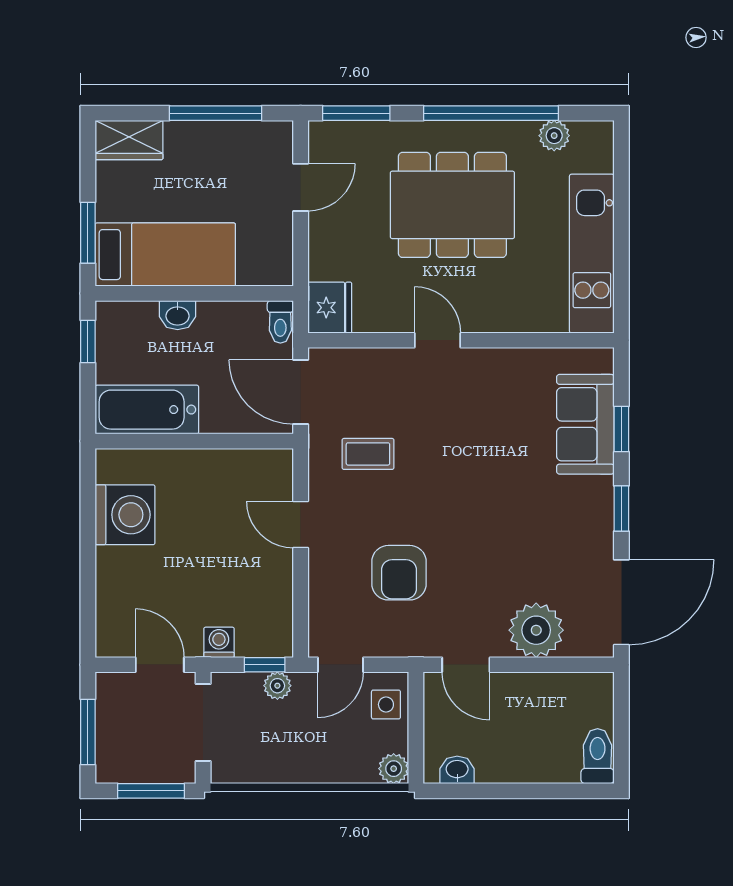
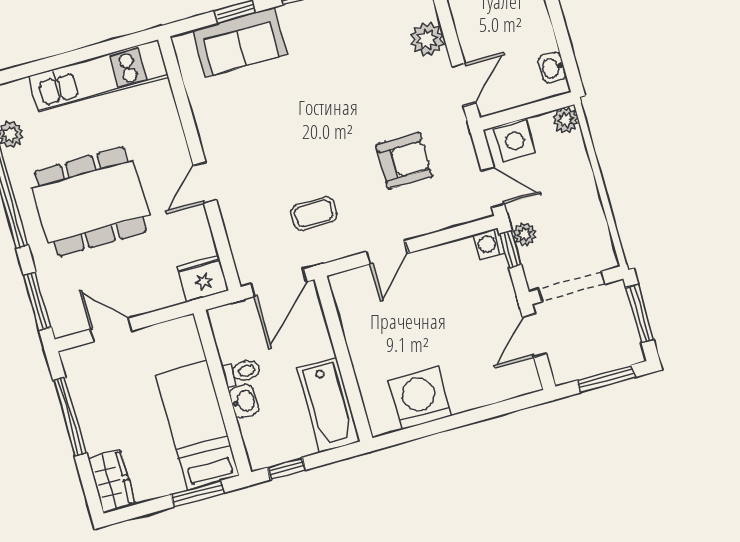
dining table: (452, 205) -> (91, 202), turned 90
toilet: (280, 322) -> (242, 372), moved
coffee table: (368, 454) -> (314, 213), turned 90
plant: (536, 630) -> (427, 39), width x0.73, depth x0.73
washing machine: (219, 642) -> (489, 244), moved
side table: (386, 704) -> (515, 141), width x1.37, depth x1.37

